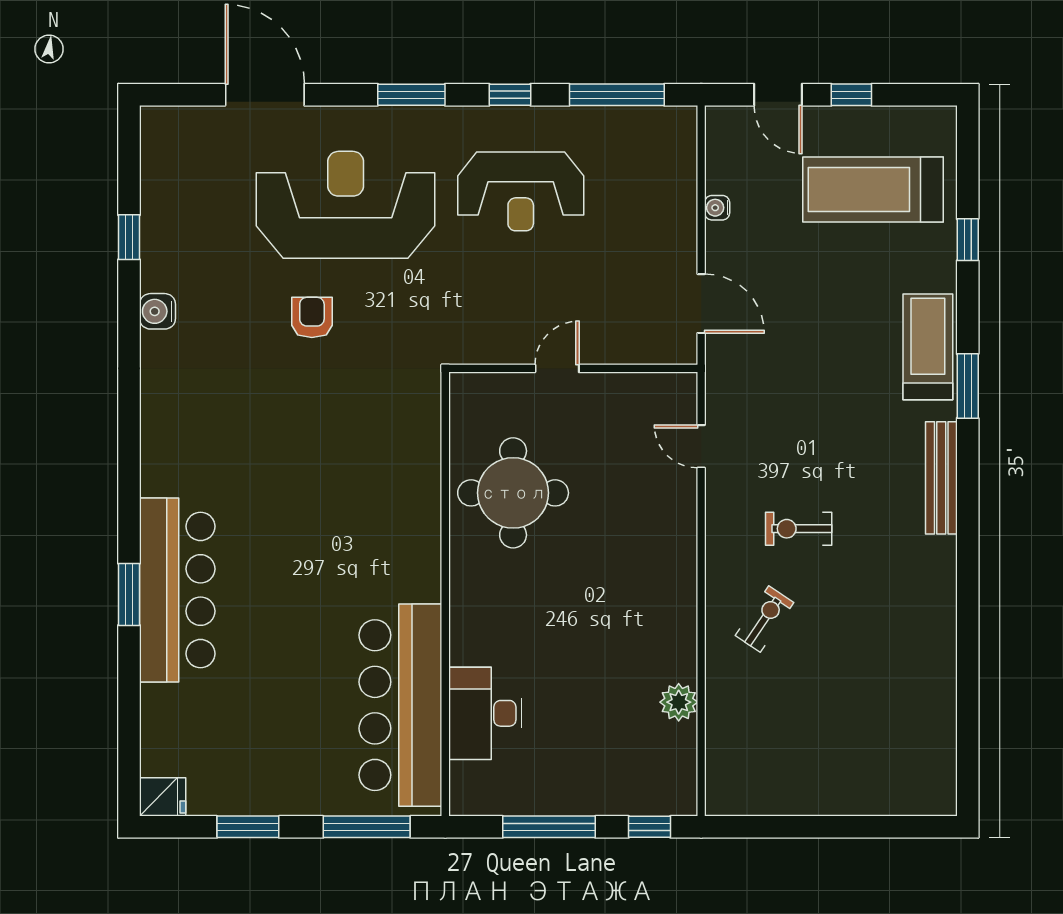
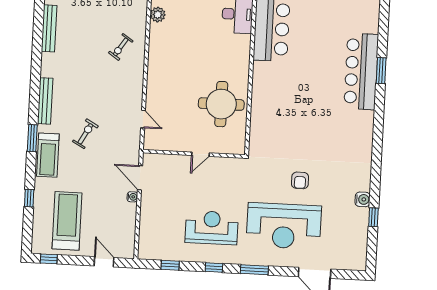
window: (617, 95) -> (170, 265), width x0.46
window: (851, 95) -> (49, 259), moved
treadmill: (873, 189) -> (67, 221), turned -90
water cooler: (717, 208) -> (132, 197), moved
water cooler: (158, 311) -> (363, 199), moved
exercise bike: (799, 529) -> (85, 134), moved, turned -61
bench: (941, 655) -> (49, 28), added

